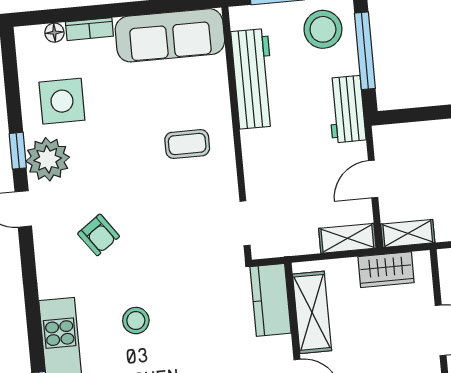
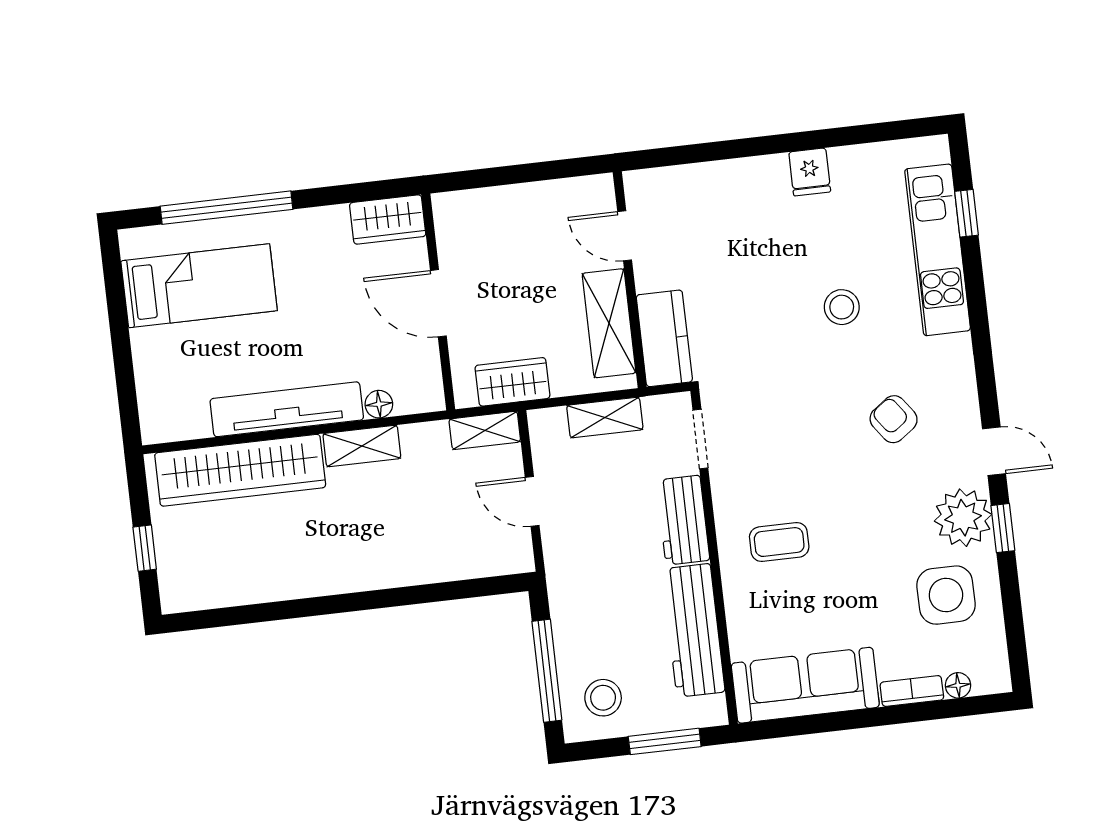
stool: (323, 29) -> (603, 698), width x0.73, depth x0.73
workbench: (346, 109) -> (683, 520), moved, turned 180
door: (373, 179) -> (532, 501), swing flipped
shelving: (347, 238) -> (605, 418), moved

